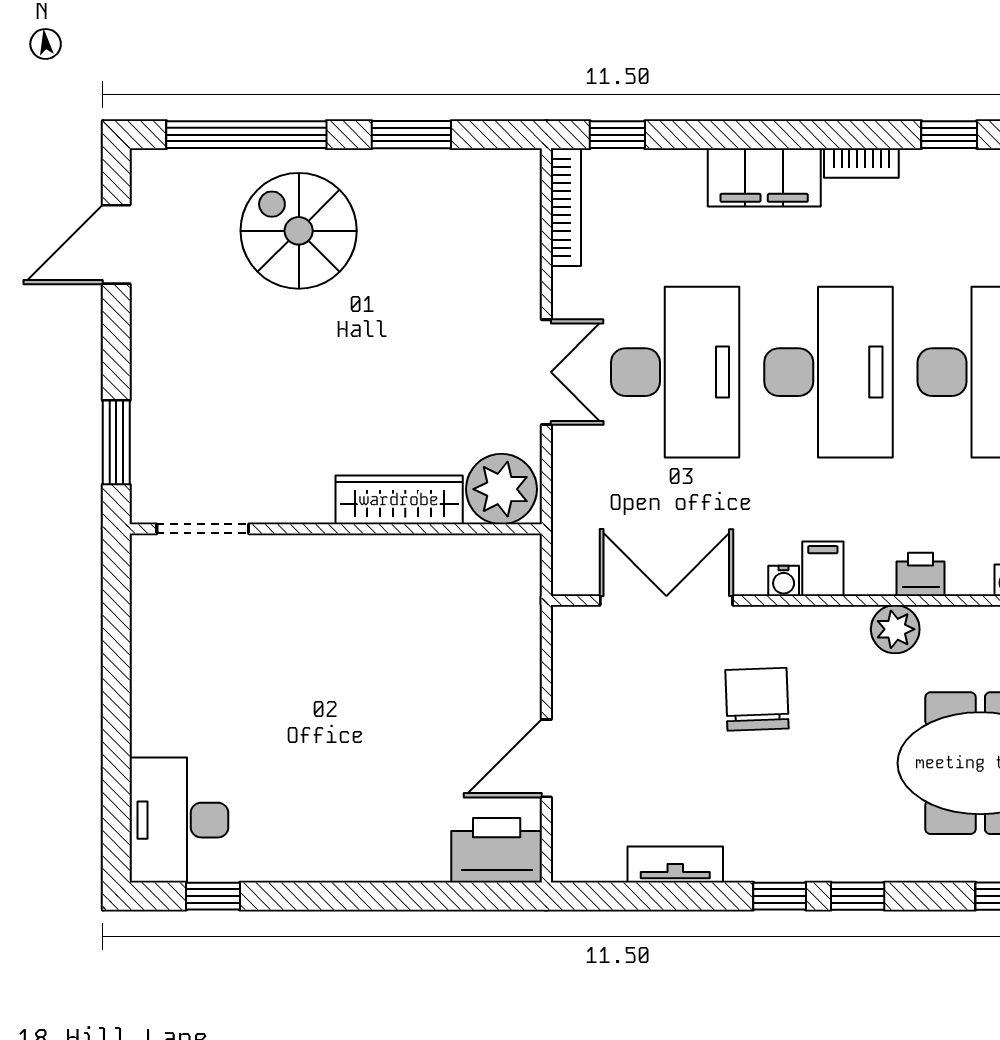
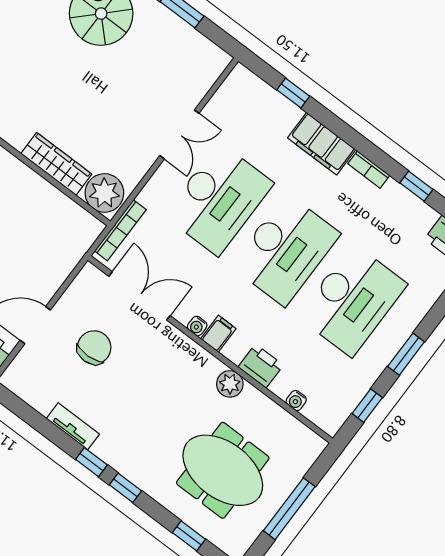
window: (617, 135) -> (293, 93), moved
bookcase: (566, 207) -> (120, 230), moved
double door: (546, 372) -> (179, 134), moved
printer: (921, 574) -> (261, 366), width x1.36, depth x1.24
chair: (757, 699) -> (94, 347), moved
tv unit: (675, 864) -> (73, 426), moved

